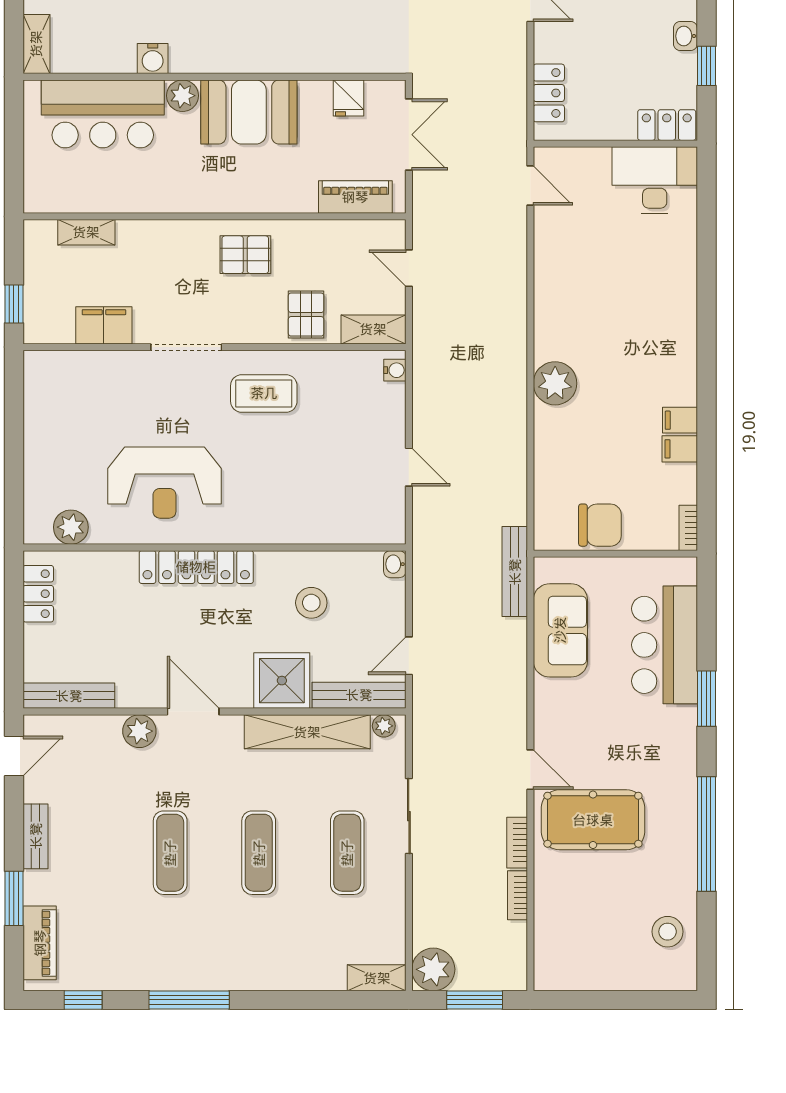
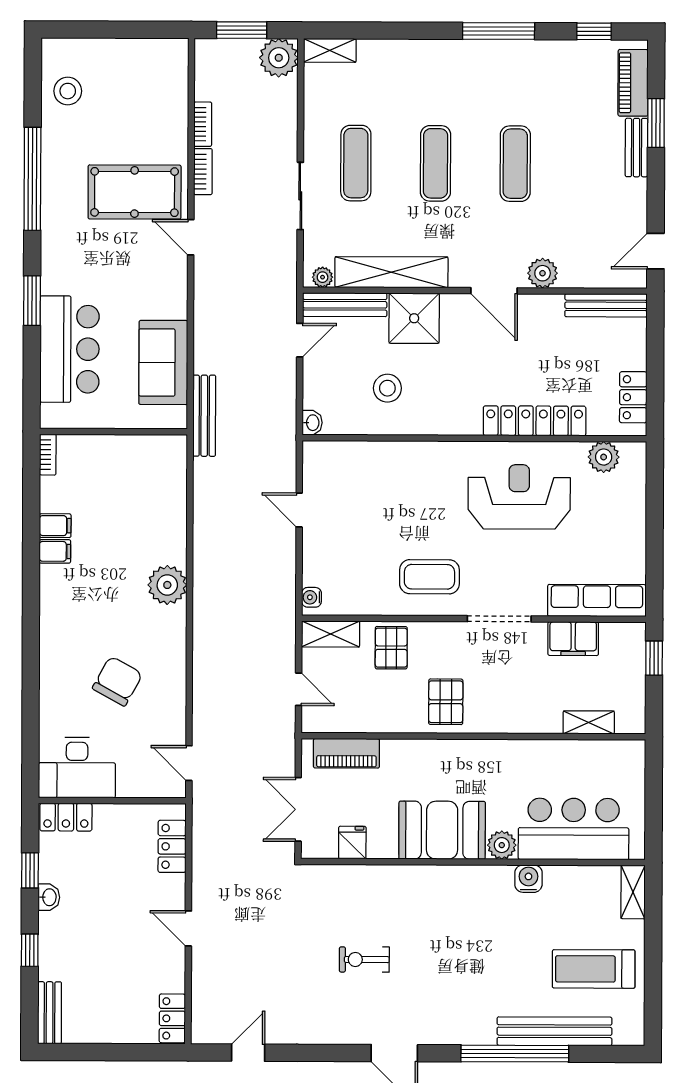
pallet: (245, 255) -> (446, 702), turned 90
row of seats: (78, 368) -> (597, 600), added
chair: (600, 525) -> (117, 681), moved, turned 119
locker: (196, 567) -> (535, 421), moved
bench: (36, 836) -> (637, 148), moved

